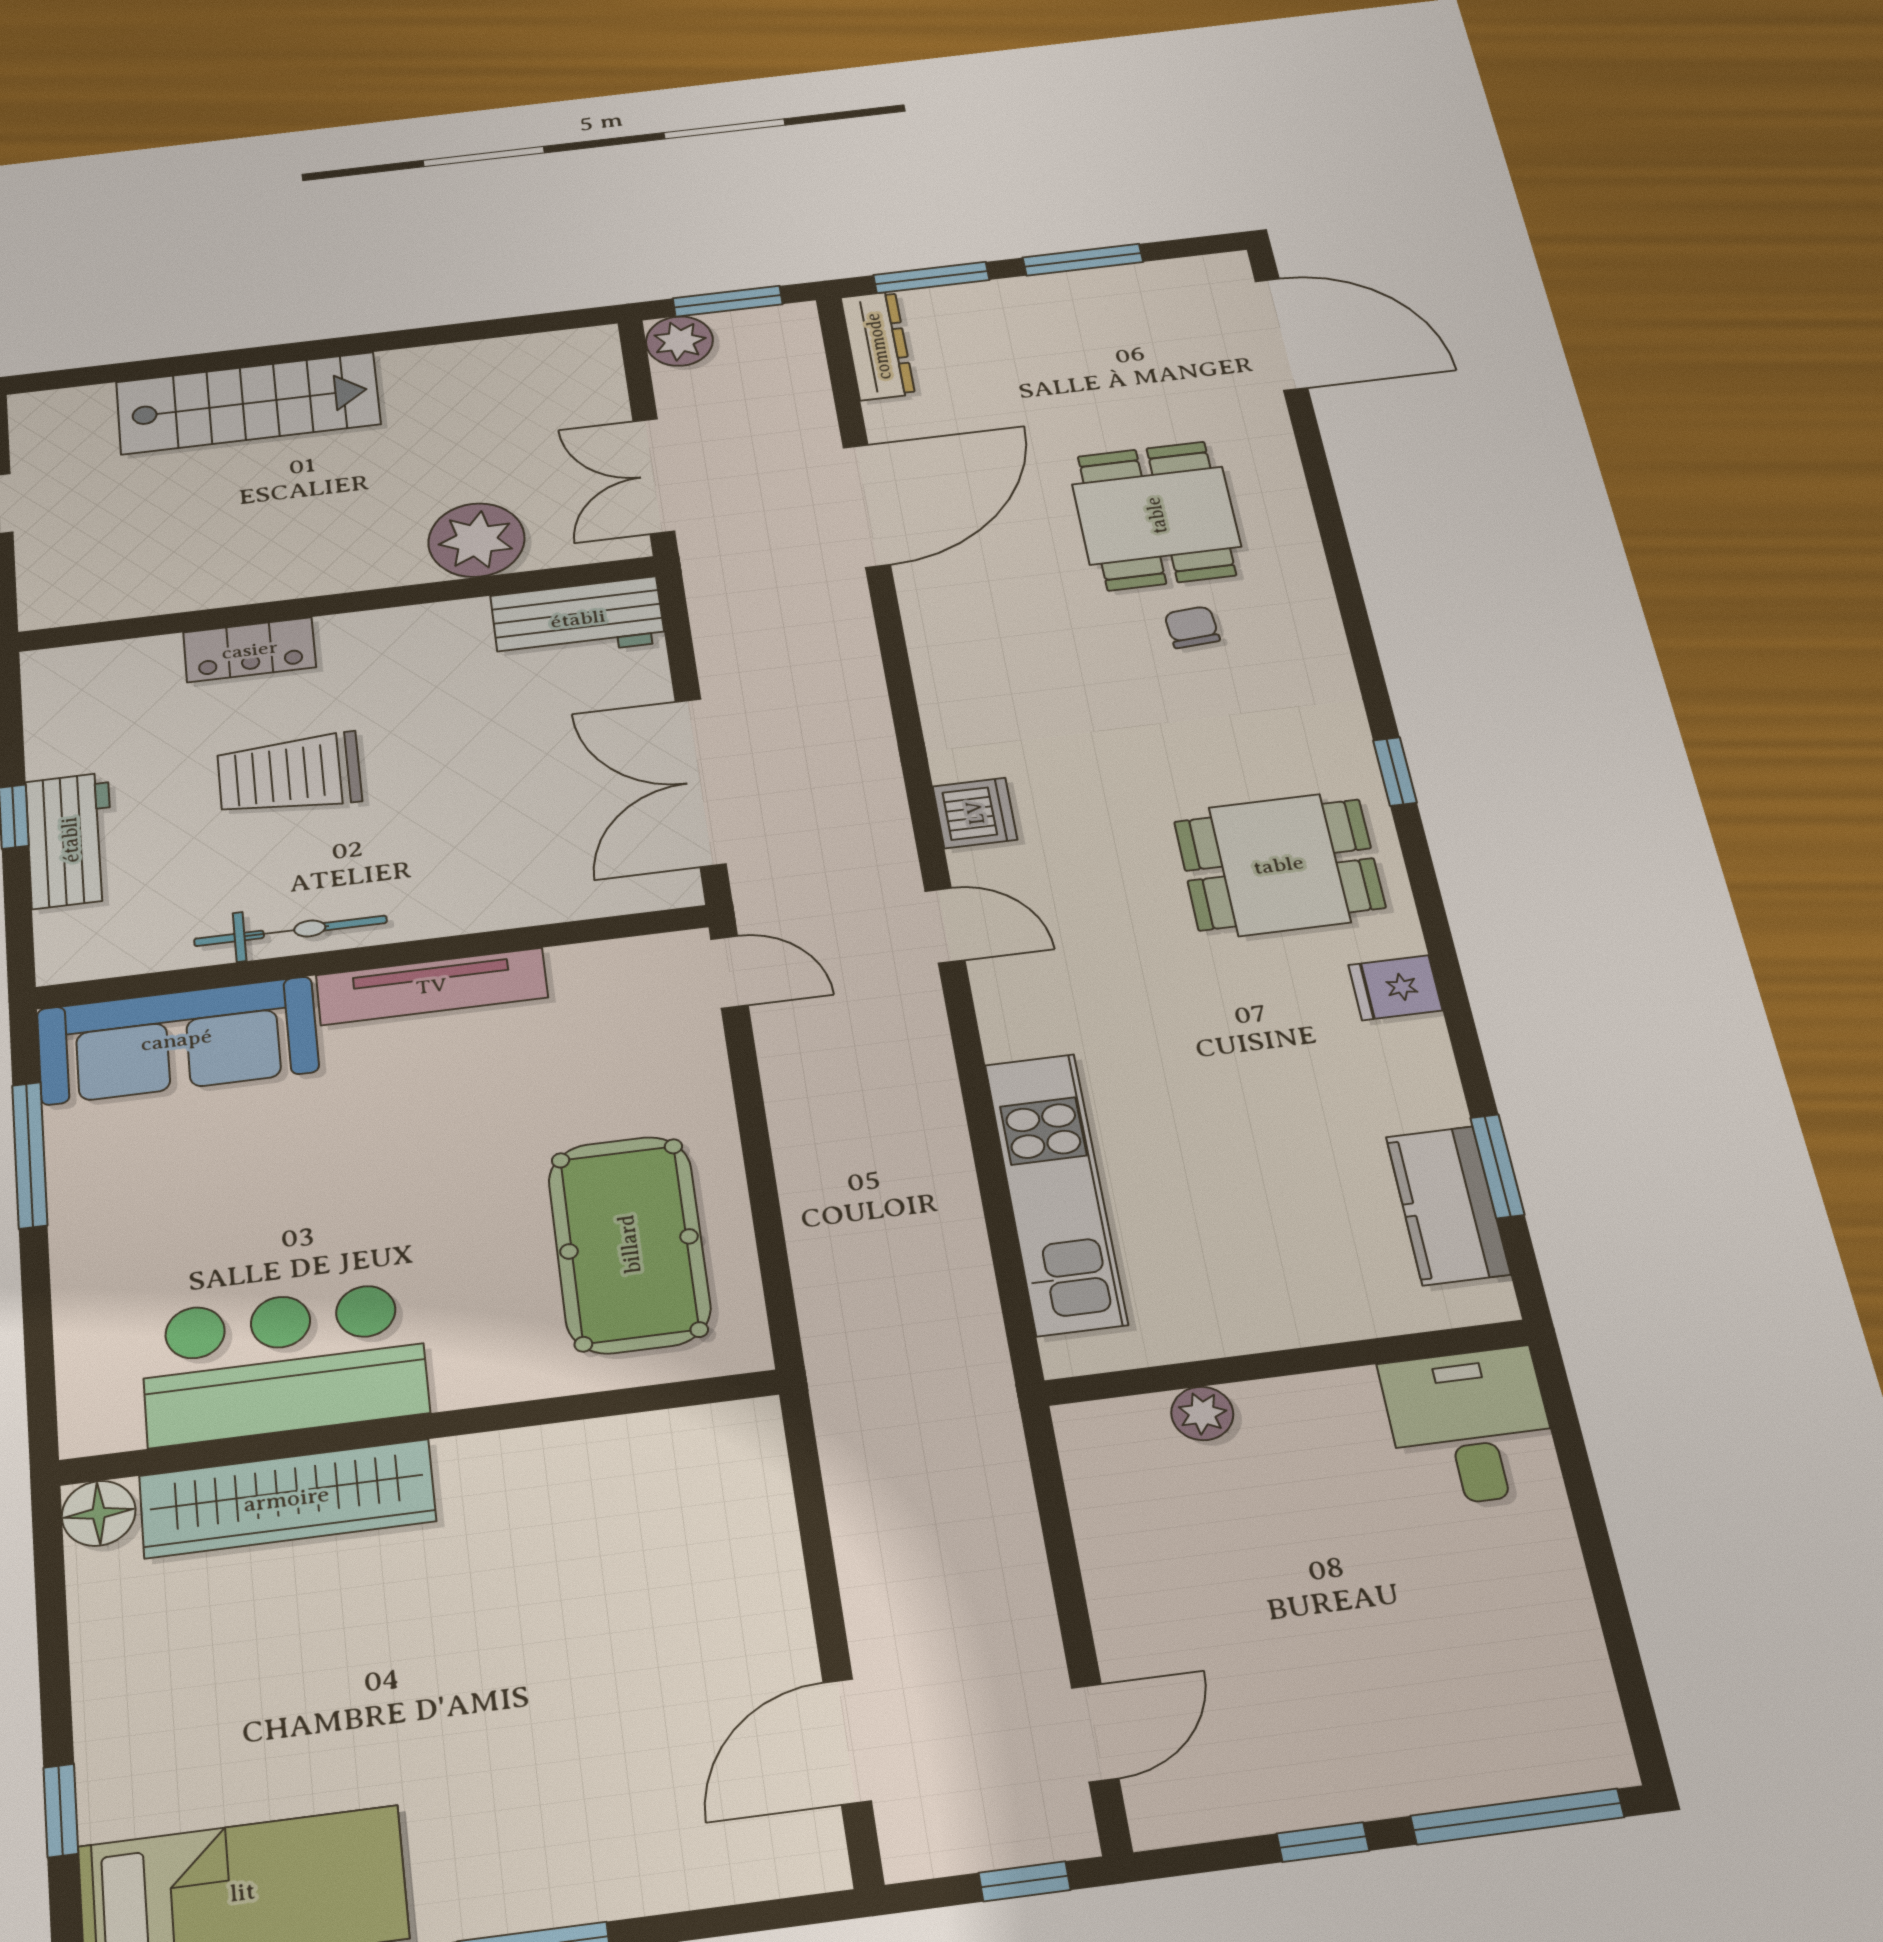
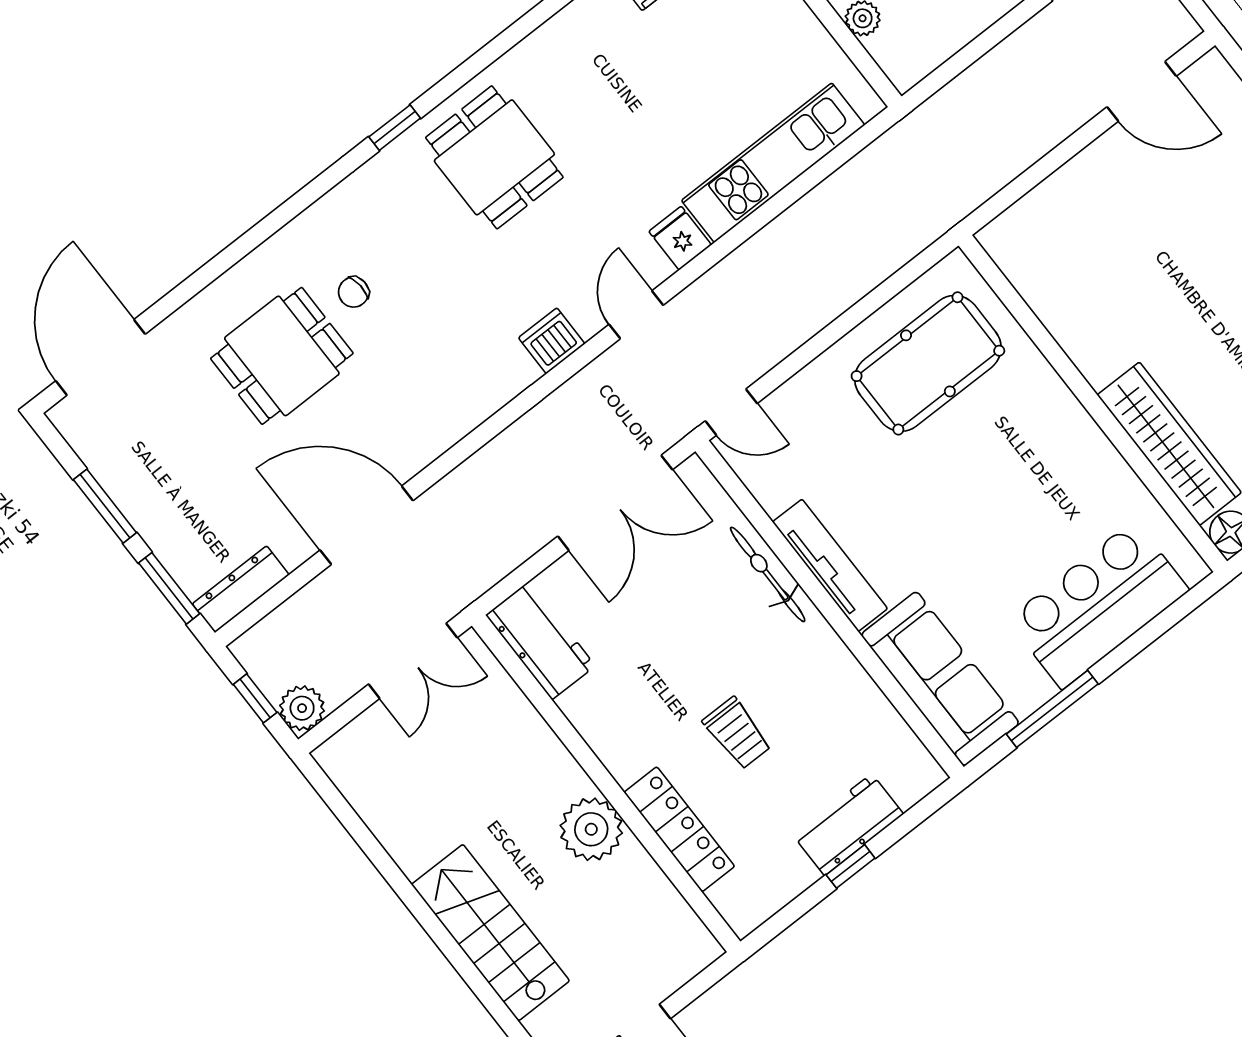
window: (728, 301) -> (255, 698), width x0.67
plant: (476, 540) -> (591, 829), moved
locker: (250, 650) -> (679, 829), width x1.53
trolley: (289, 774) -> (737, 733), width x0.73, depth x0.72
bicycle: (291, 931) -> (768, 574), moved
door: (729, 972) -> (731, 412), swing flipped
fridge: (1395, 988) -> (680, 238), moved, turned 180
bar counter: (284, 1363) -> (1098, 605), moved, turned 90

